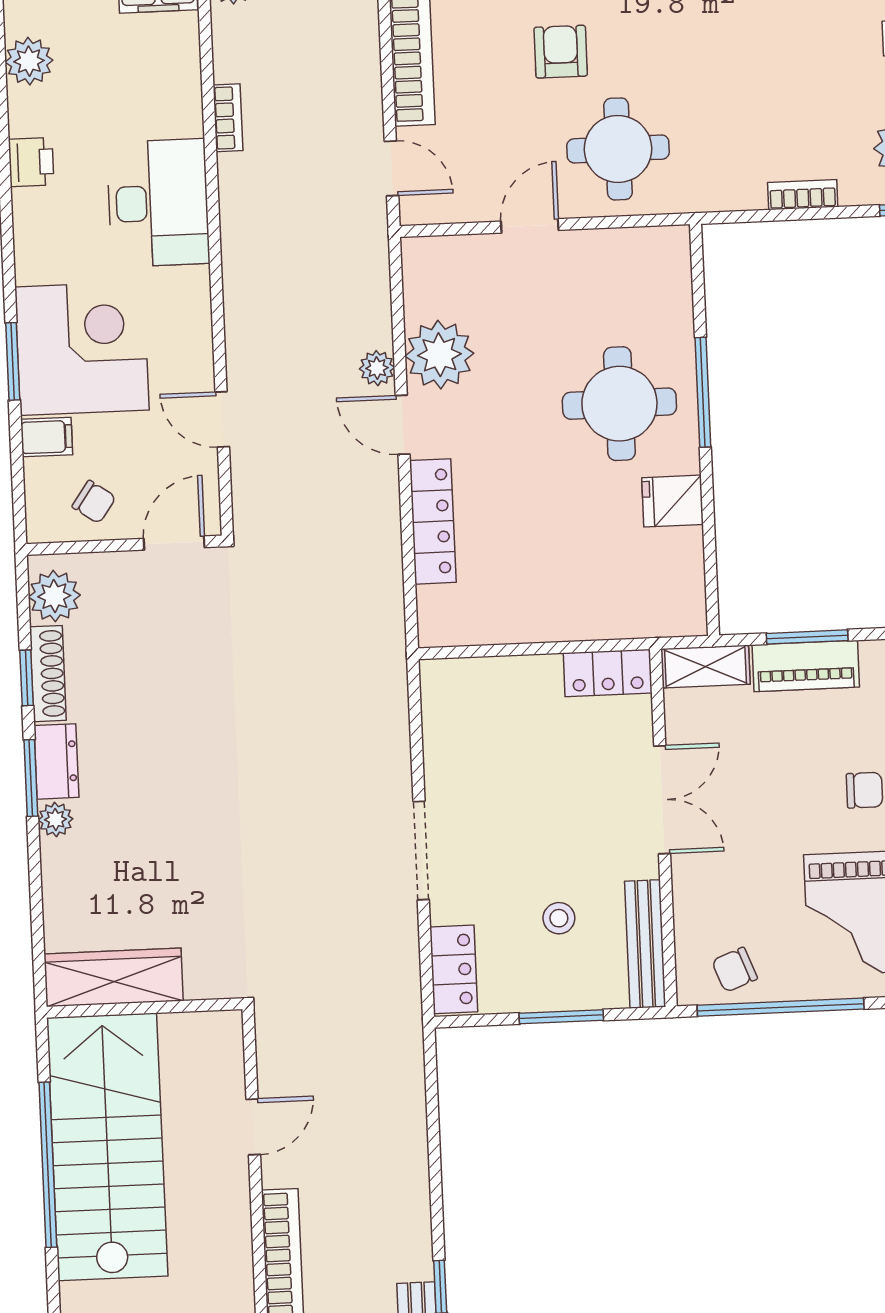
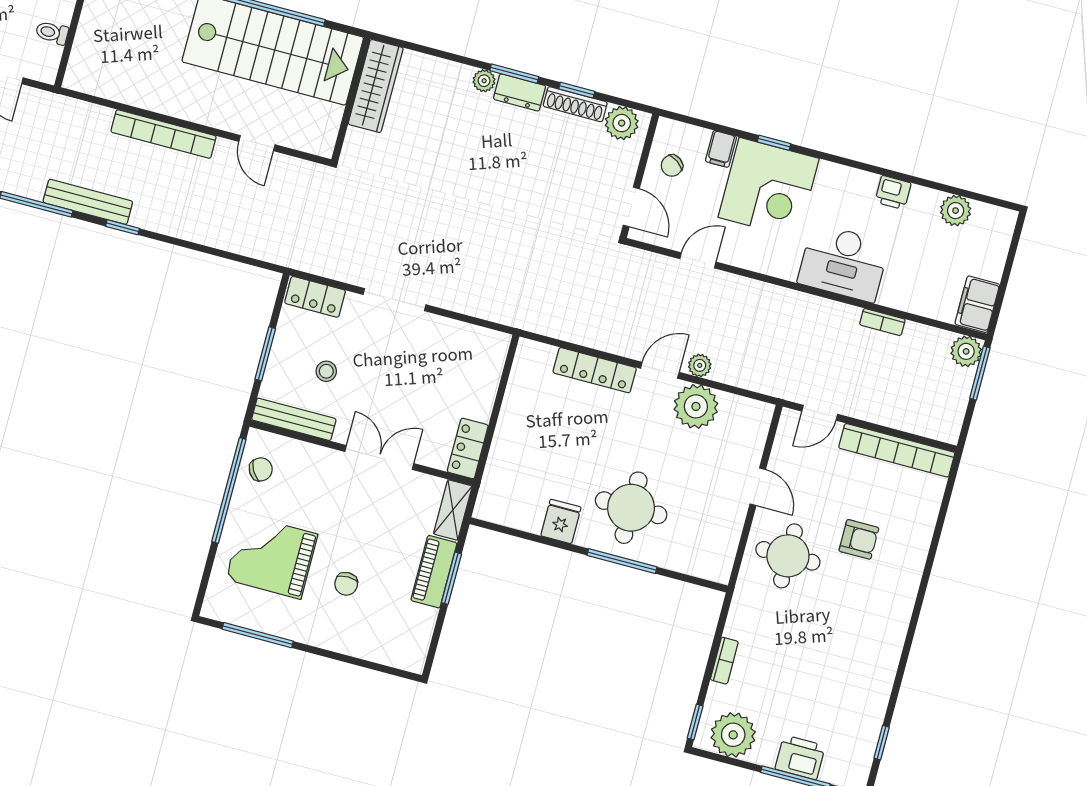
window: (13, 361) -> (774, 143), width x0.67
double door: (662, 800) -> (379, 458), swing flipped
chair: (735, 970) -> (261, 469), turned 81

